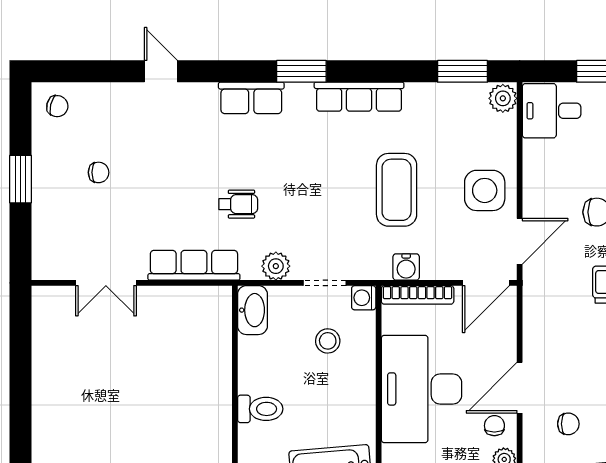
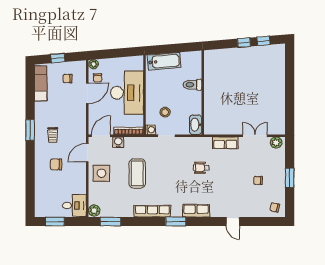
row of seats: (194, 265) -> (225, 143), width x0.68
plant: (276, 266) -> (276, 143), moved
water cooler: (406, 267) -> (118, 142), moved

